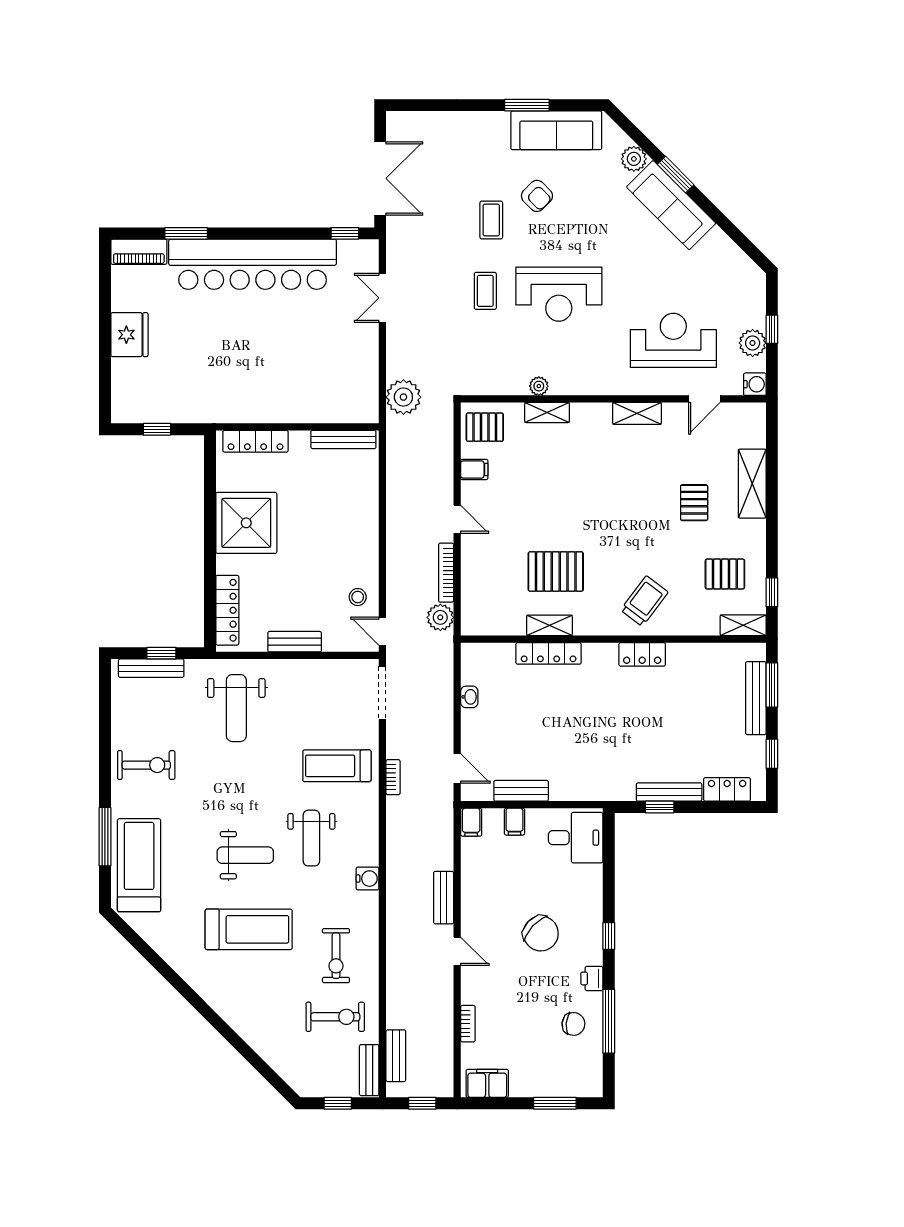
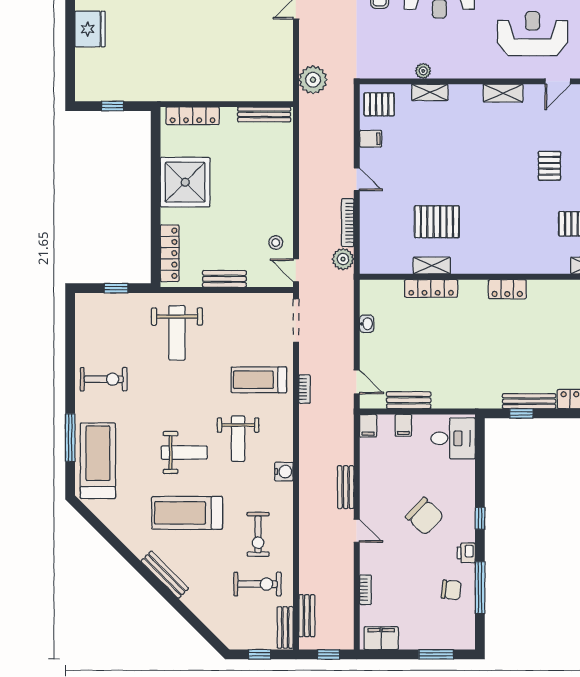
trolley: (644, 601) -> (509, 246), removed
bench: (151, 668) -> (165, 575), moved, turned 45
treadmill: (249, 929) -> (187, 513), turned 180

